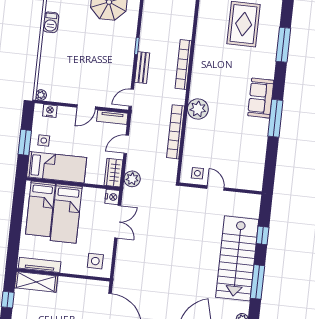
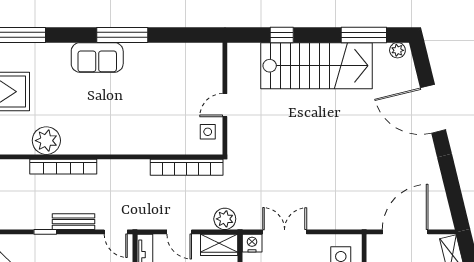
plant: (198, 109) -> (46, 141), moved
bookcase: (176, 132) -> (187, 167), moved
window: (258, 282) -> (364, 35), moved

